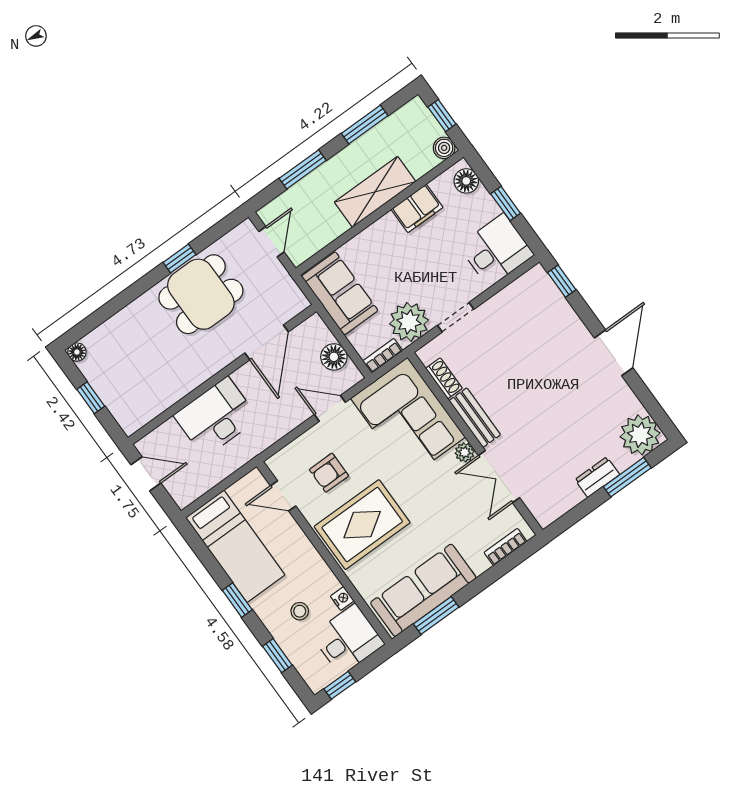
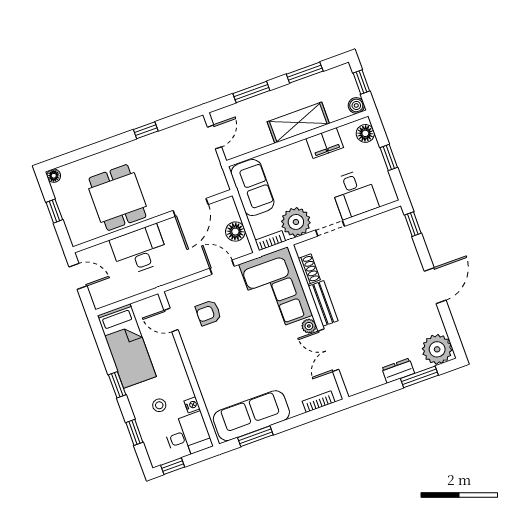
desk: (496, 250) -> (354, 194), moved, turned 90
dining table: (201, 294) -> (117, 198), moved, turned 90
rug: (362, 525) -> (221, 356), removed

